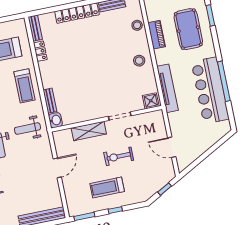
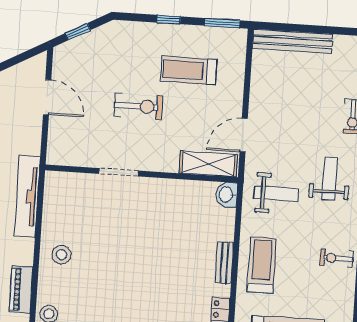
bench: (50, 101) -> (224, 263), moved
shower: (151, 101) -> (61, 183), removed
shelving: (89, 131) -> (208, 164), moved
door: (57, 168) -> (244, 135), moved
treadmill: (107, 187) -> (189, 70), moved, turned 180

